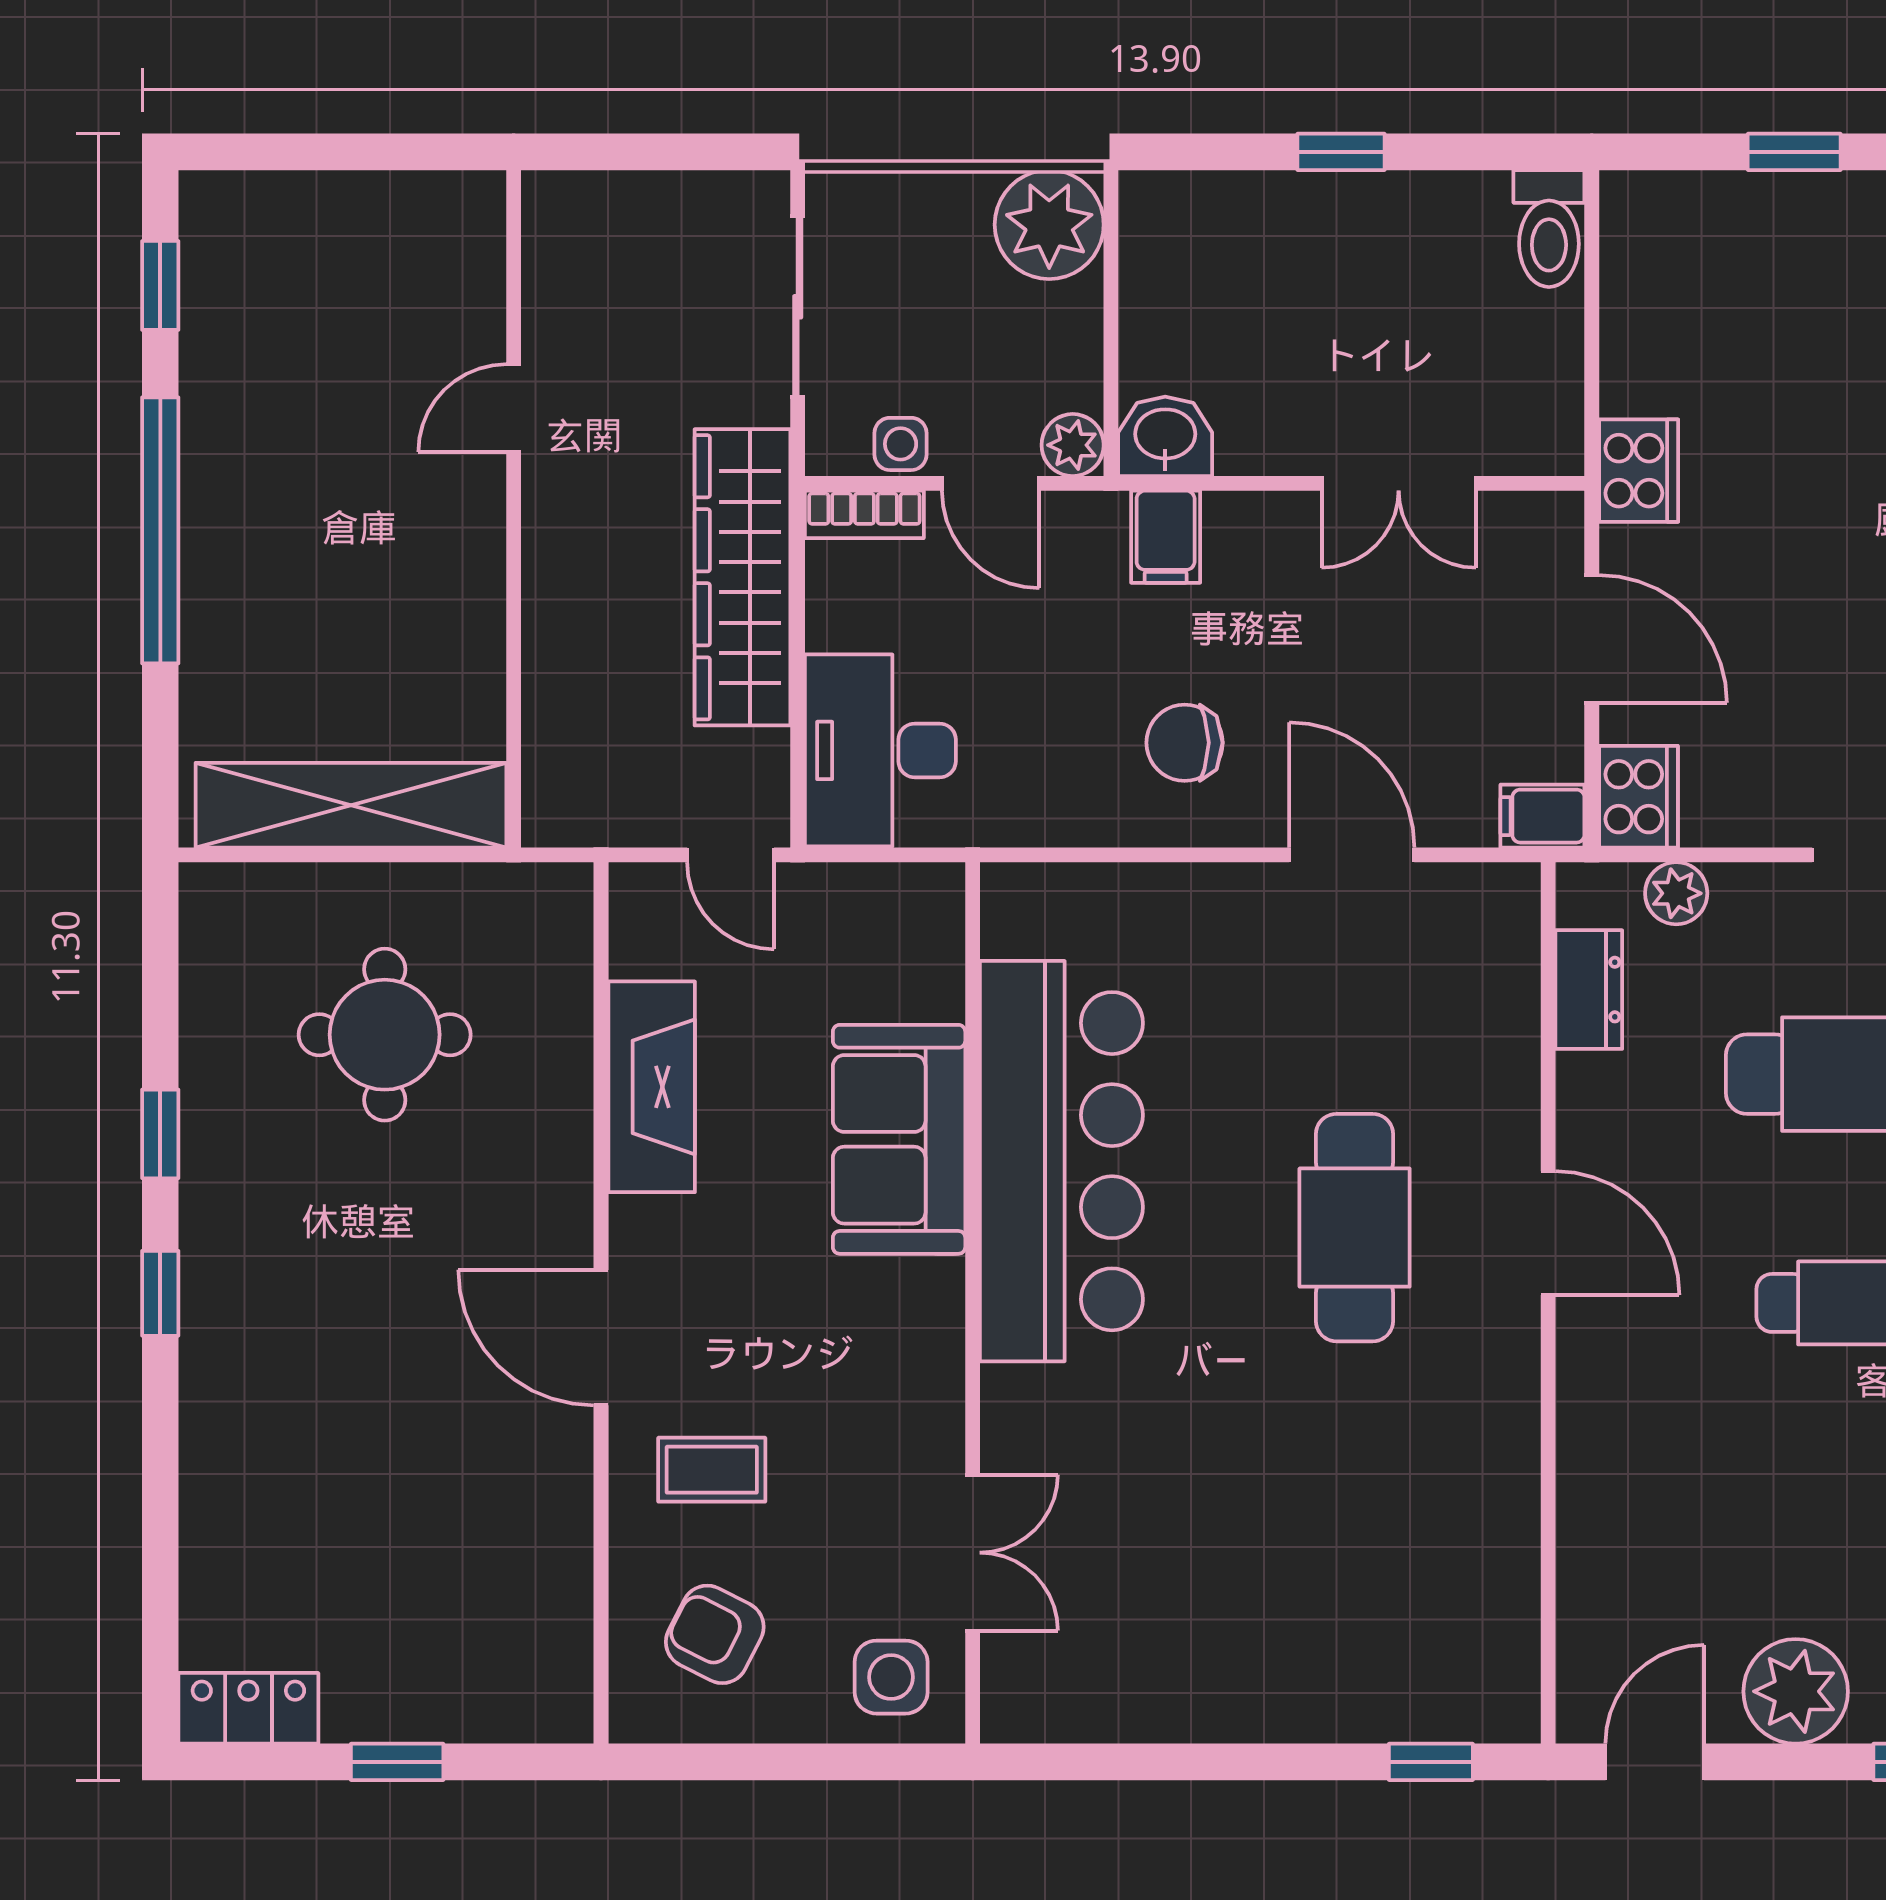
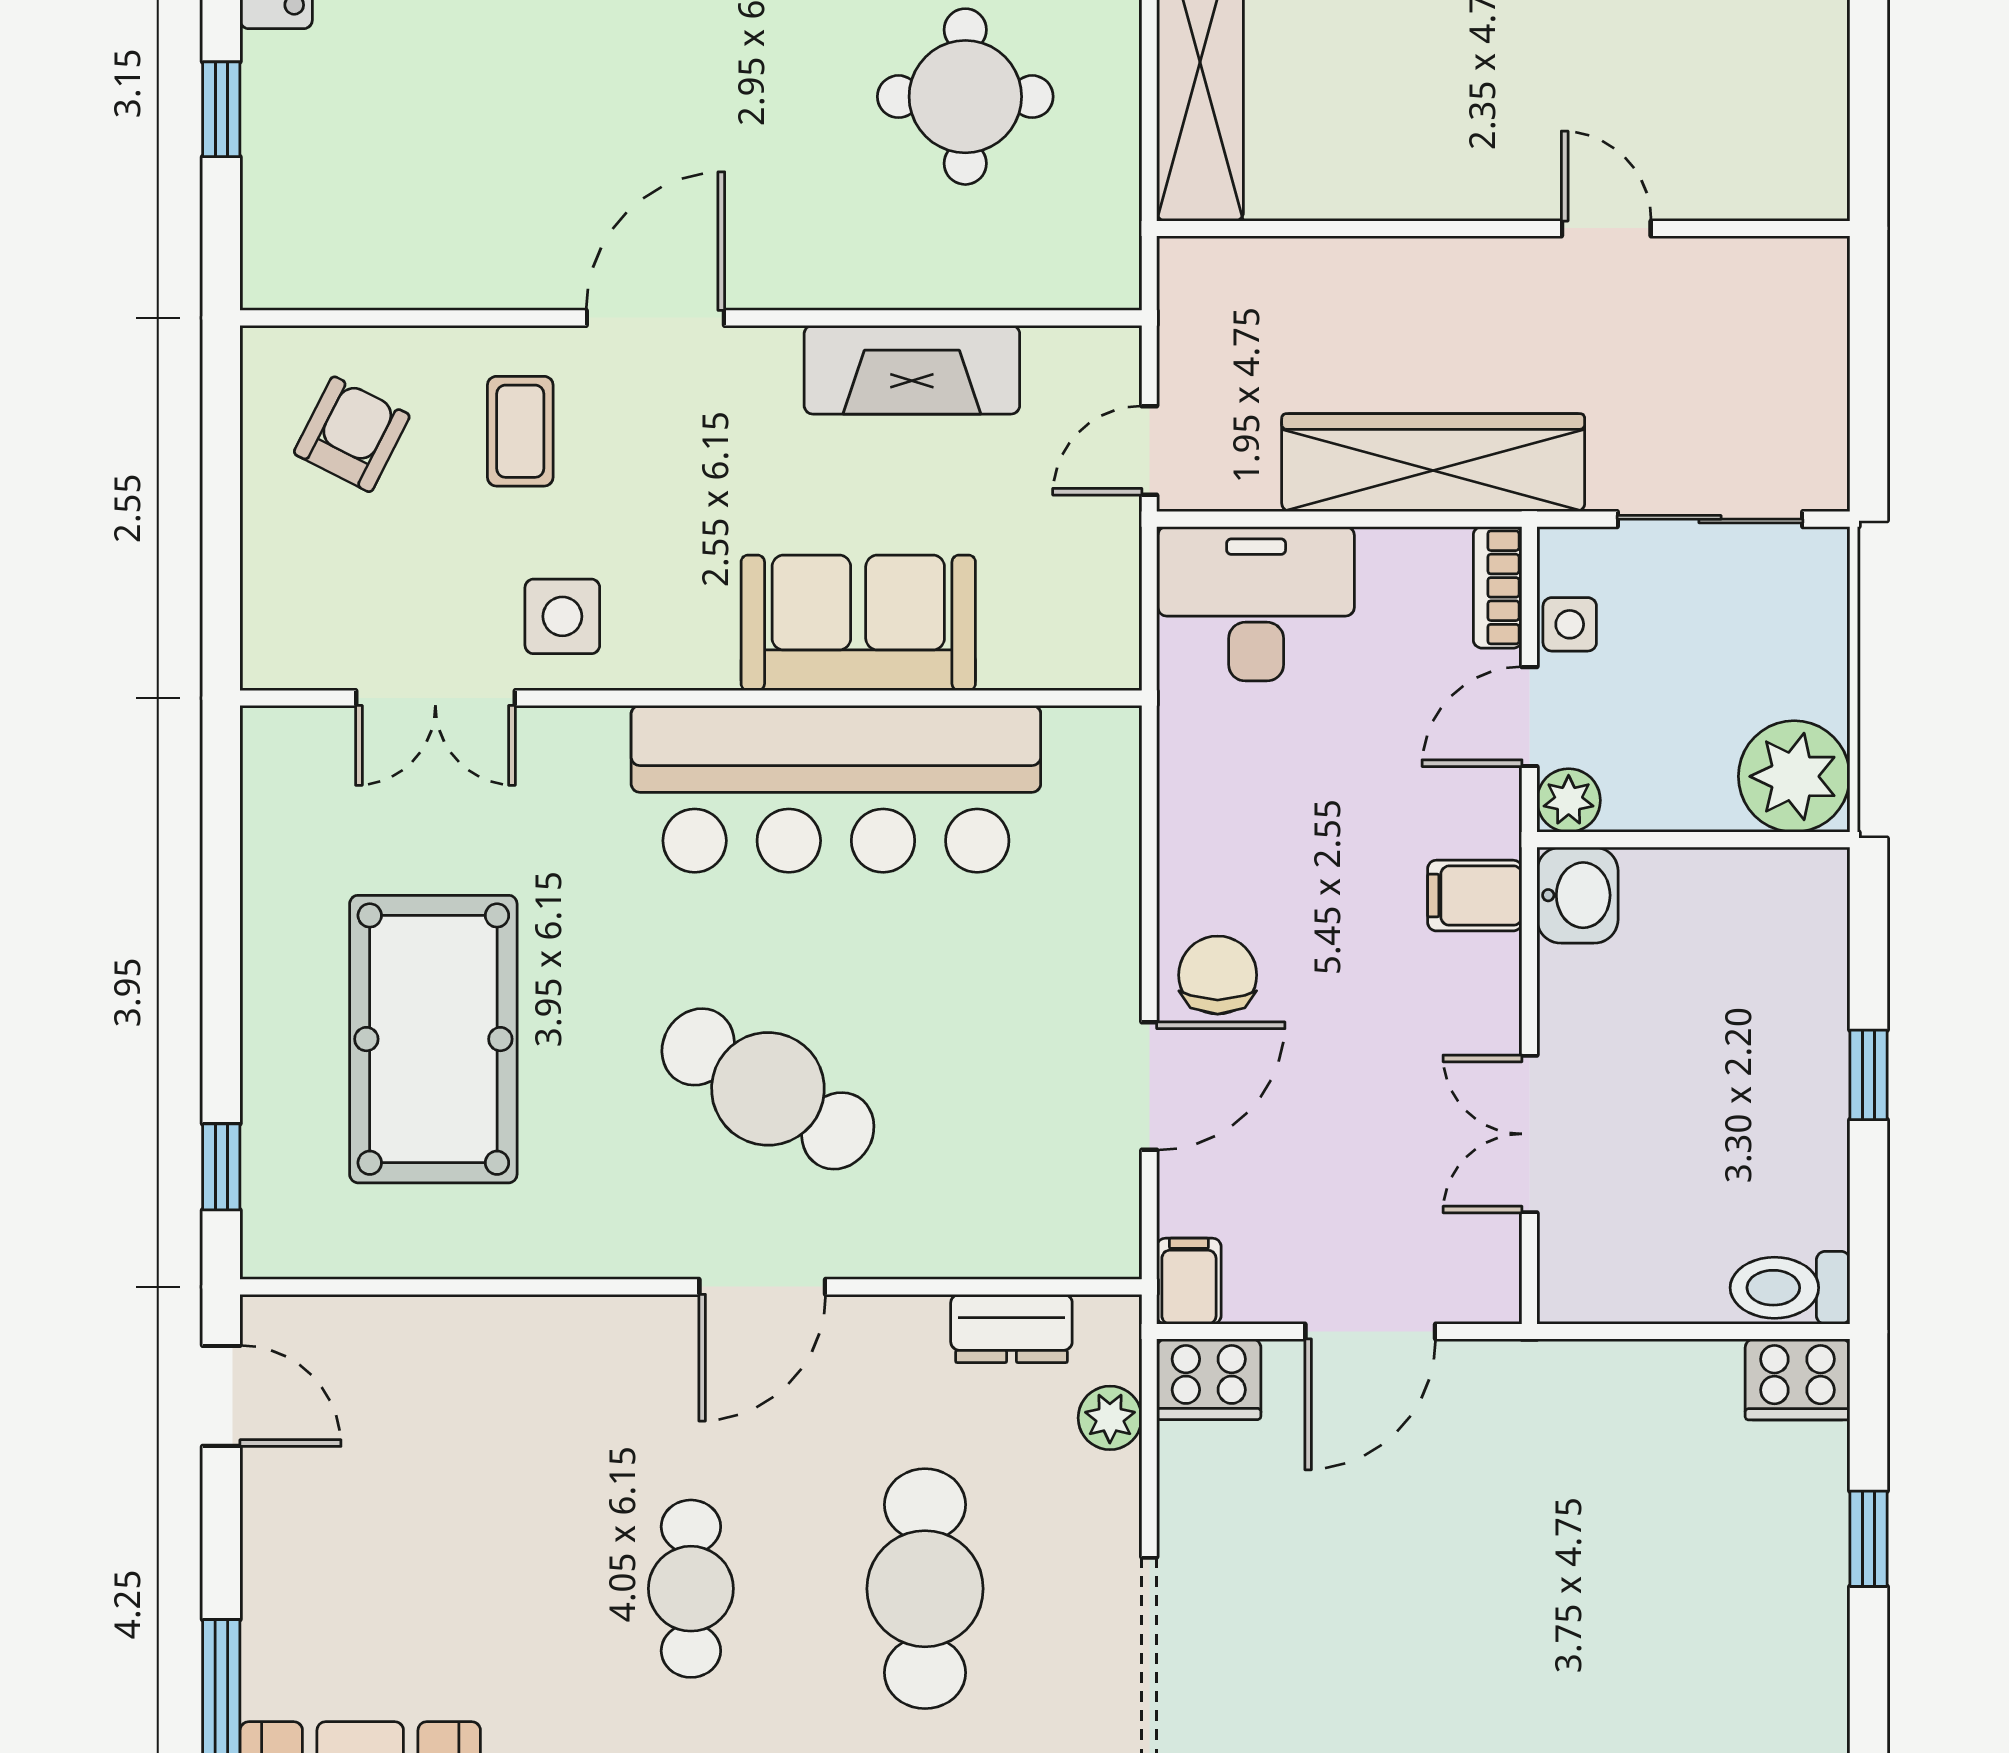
cooker: (1639, 471) -> (1798, 1379), moved
chair: (1185, 743) -> (1218, 975), moved
cafe table: (1355, 1228) -> (768, 1089), turned 31
pool table: (1306, 1555) -> (433, 1039), added
side table: (891, 1677) -> (562, 616), moved
plant: (1796, 1691) -> (293, 1540), removed

